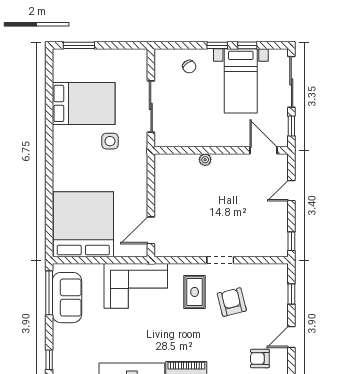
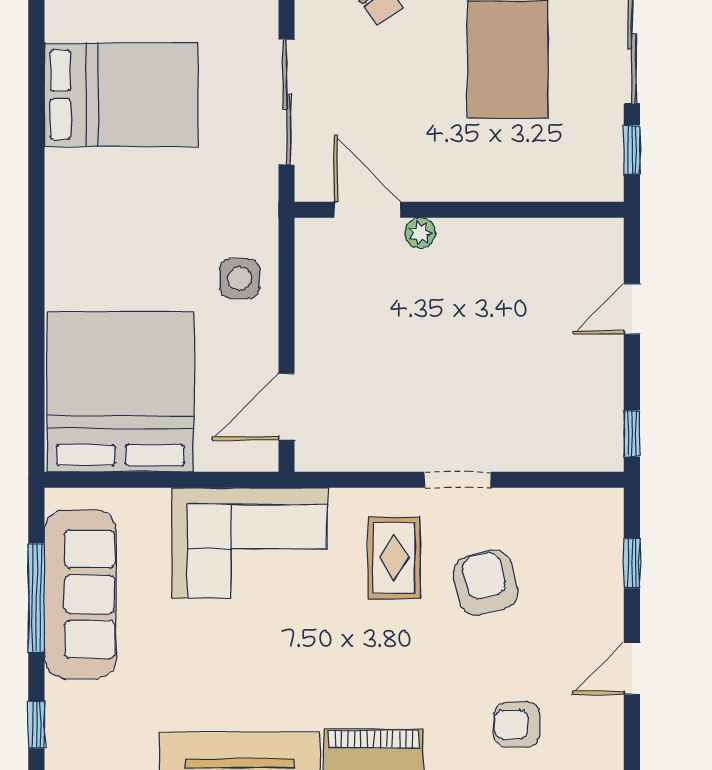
side table: (110, 141) -> (240, 279), moved
door: (263, 150) -> (367, 210), moved
window: (49, 293) -> (36, 598), moved
sofa: (67, 298) -> (80, 594), width x1.36
armchair: (260, 359) -> (517, 724), moved

